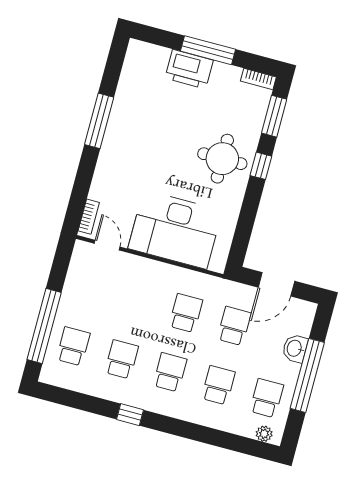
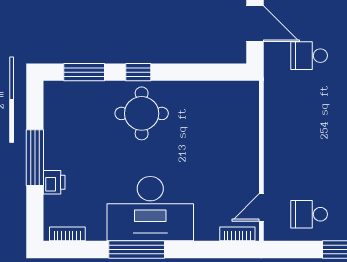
printer: (189, 69) -> (54, 182), width x0.53, depth x0.68
bookcase: (258, 79) -> (67, 234), moved, turned -90
desk: (175, 230) -> (150, 209), moved, turned 90
school desk: (186, 313) -> (309, 214), moved

